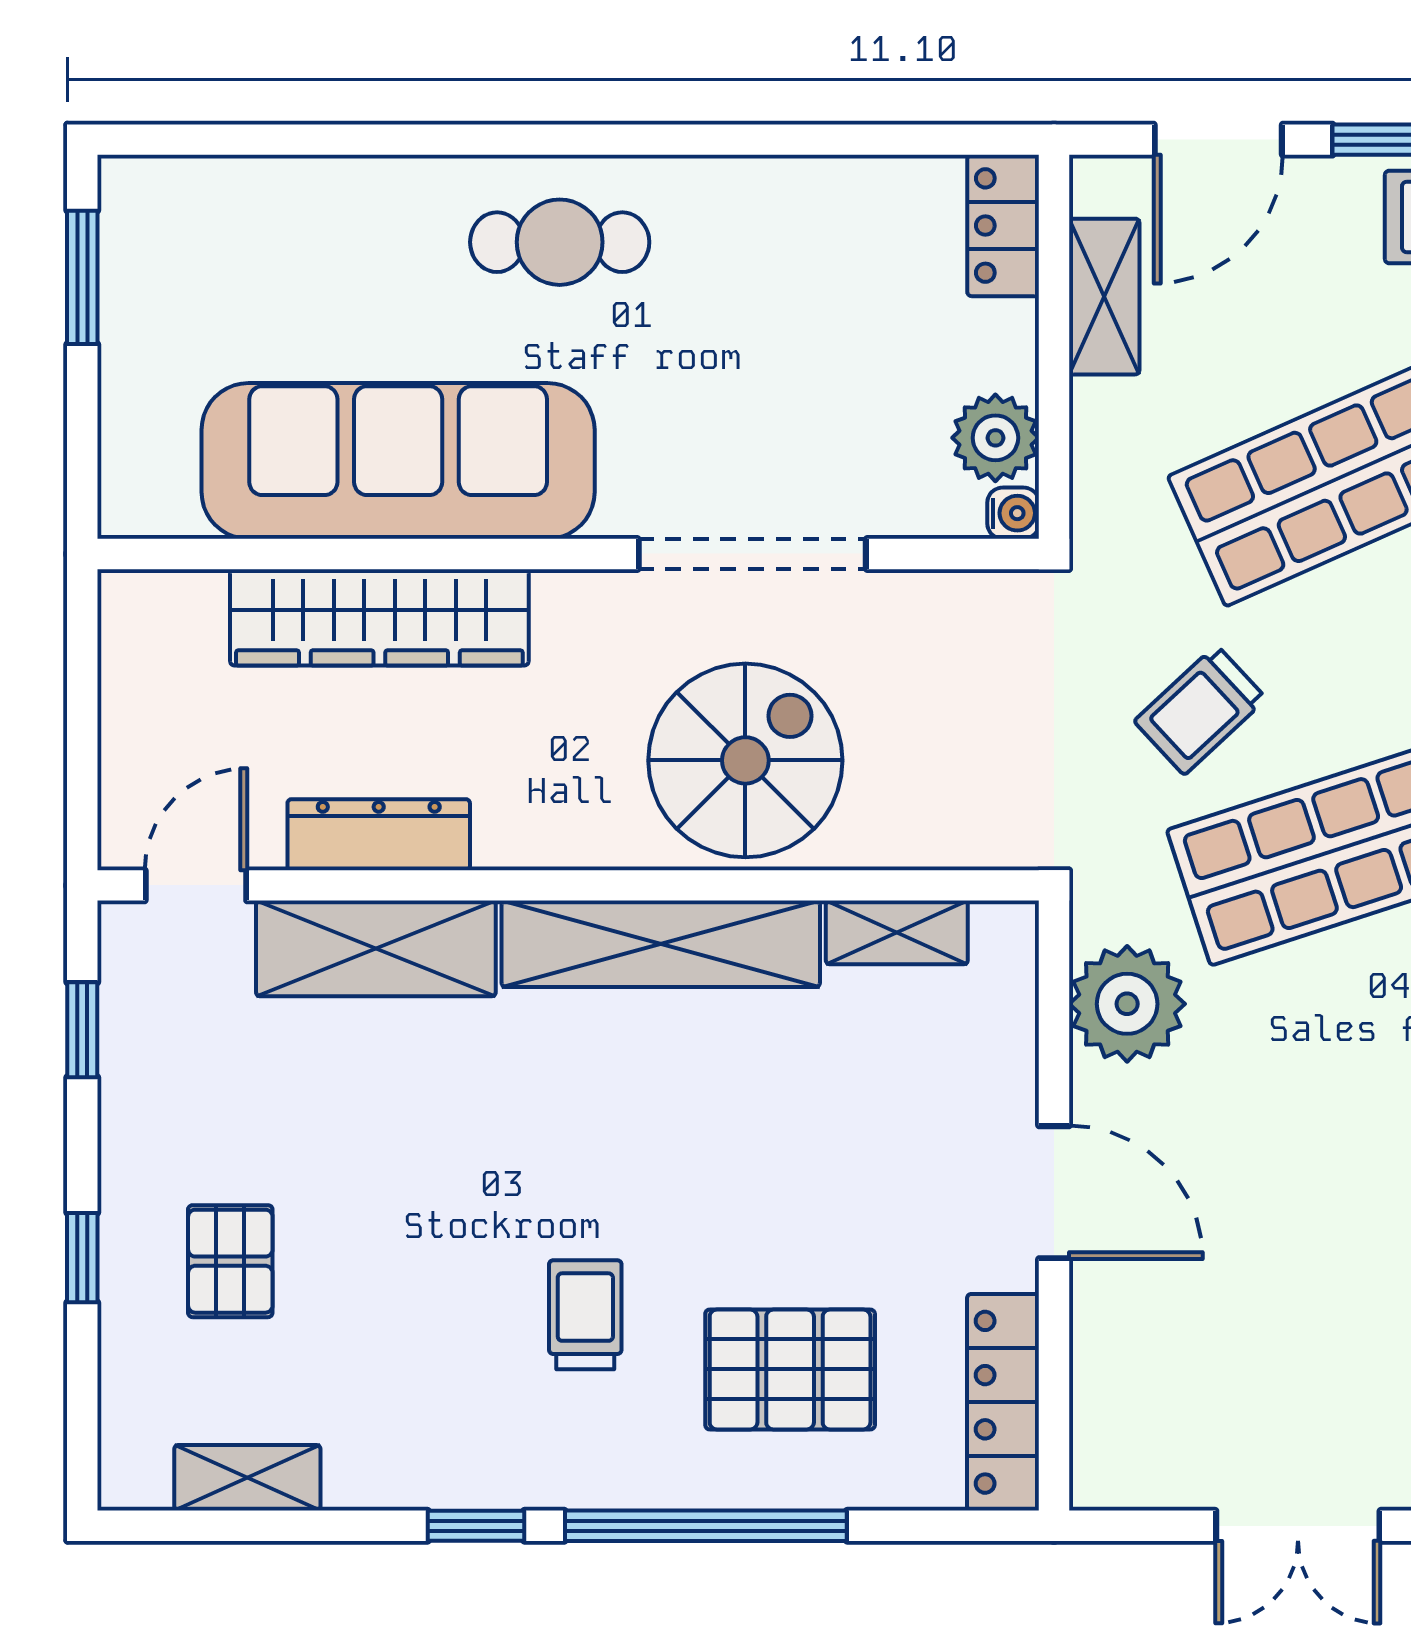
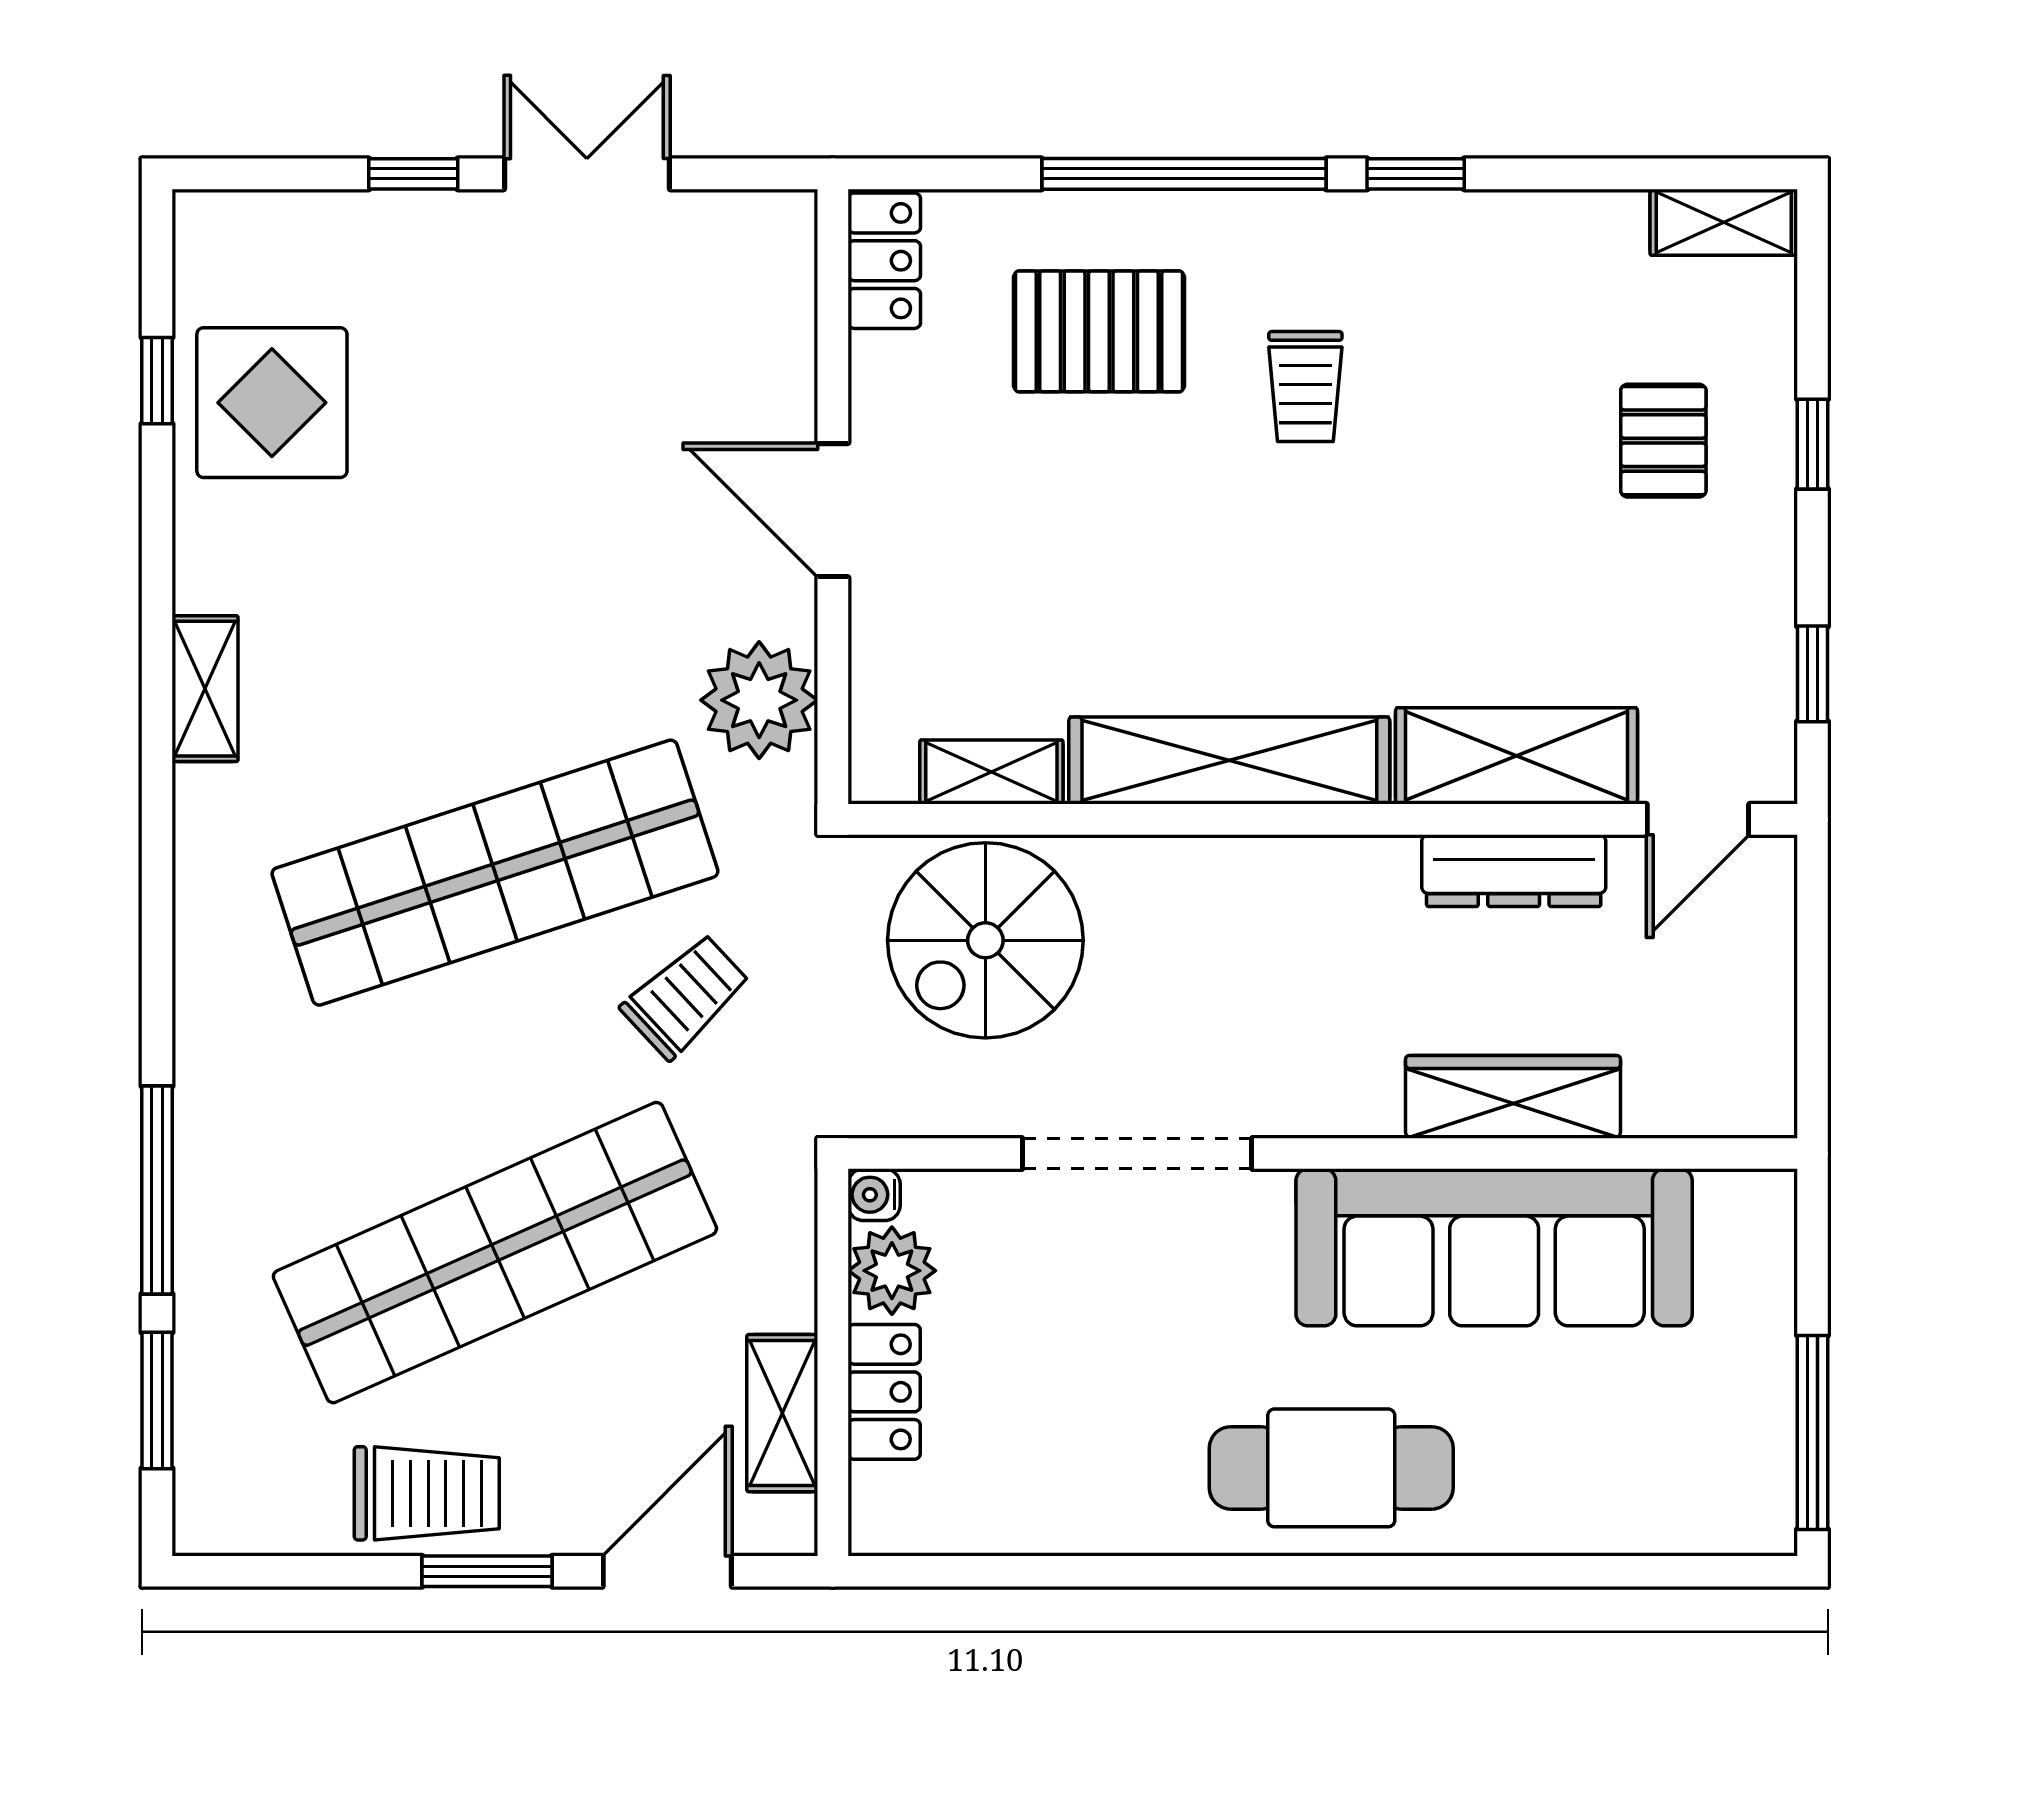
locker: (1003, 226) -> (884, 1392), moved
cafe table: (560, 242) -> (1331, 1468), width x1.37, depth x1.35
window: (82, 277) -> (1813, 1432), width x1.44
wardrobe: (379, 617) -> (1513, 1097), width x0.71, depth x0.85
spiral stairs: (745, 760) -> (985, 940), moved
locker: (1003, 1402) -> (884, 261), width x0.66
shelving: (247, 1478) -> (1724, 222), moved

